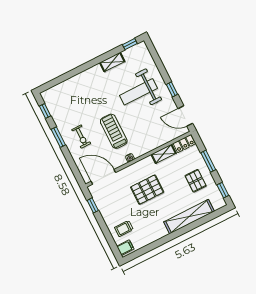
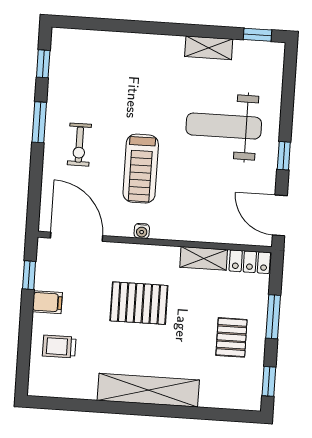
treadmill: (114, 131) -> (141, 169), turned 180
shelving: (189, 217) -> (148, 390), moved
filing cabinet: (125, 248) -> (47, 302), moved

